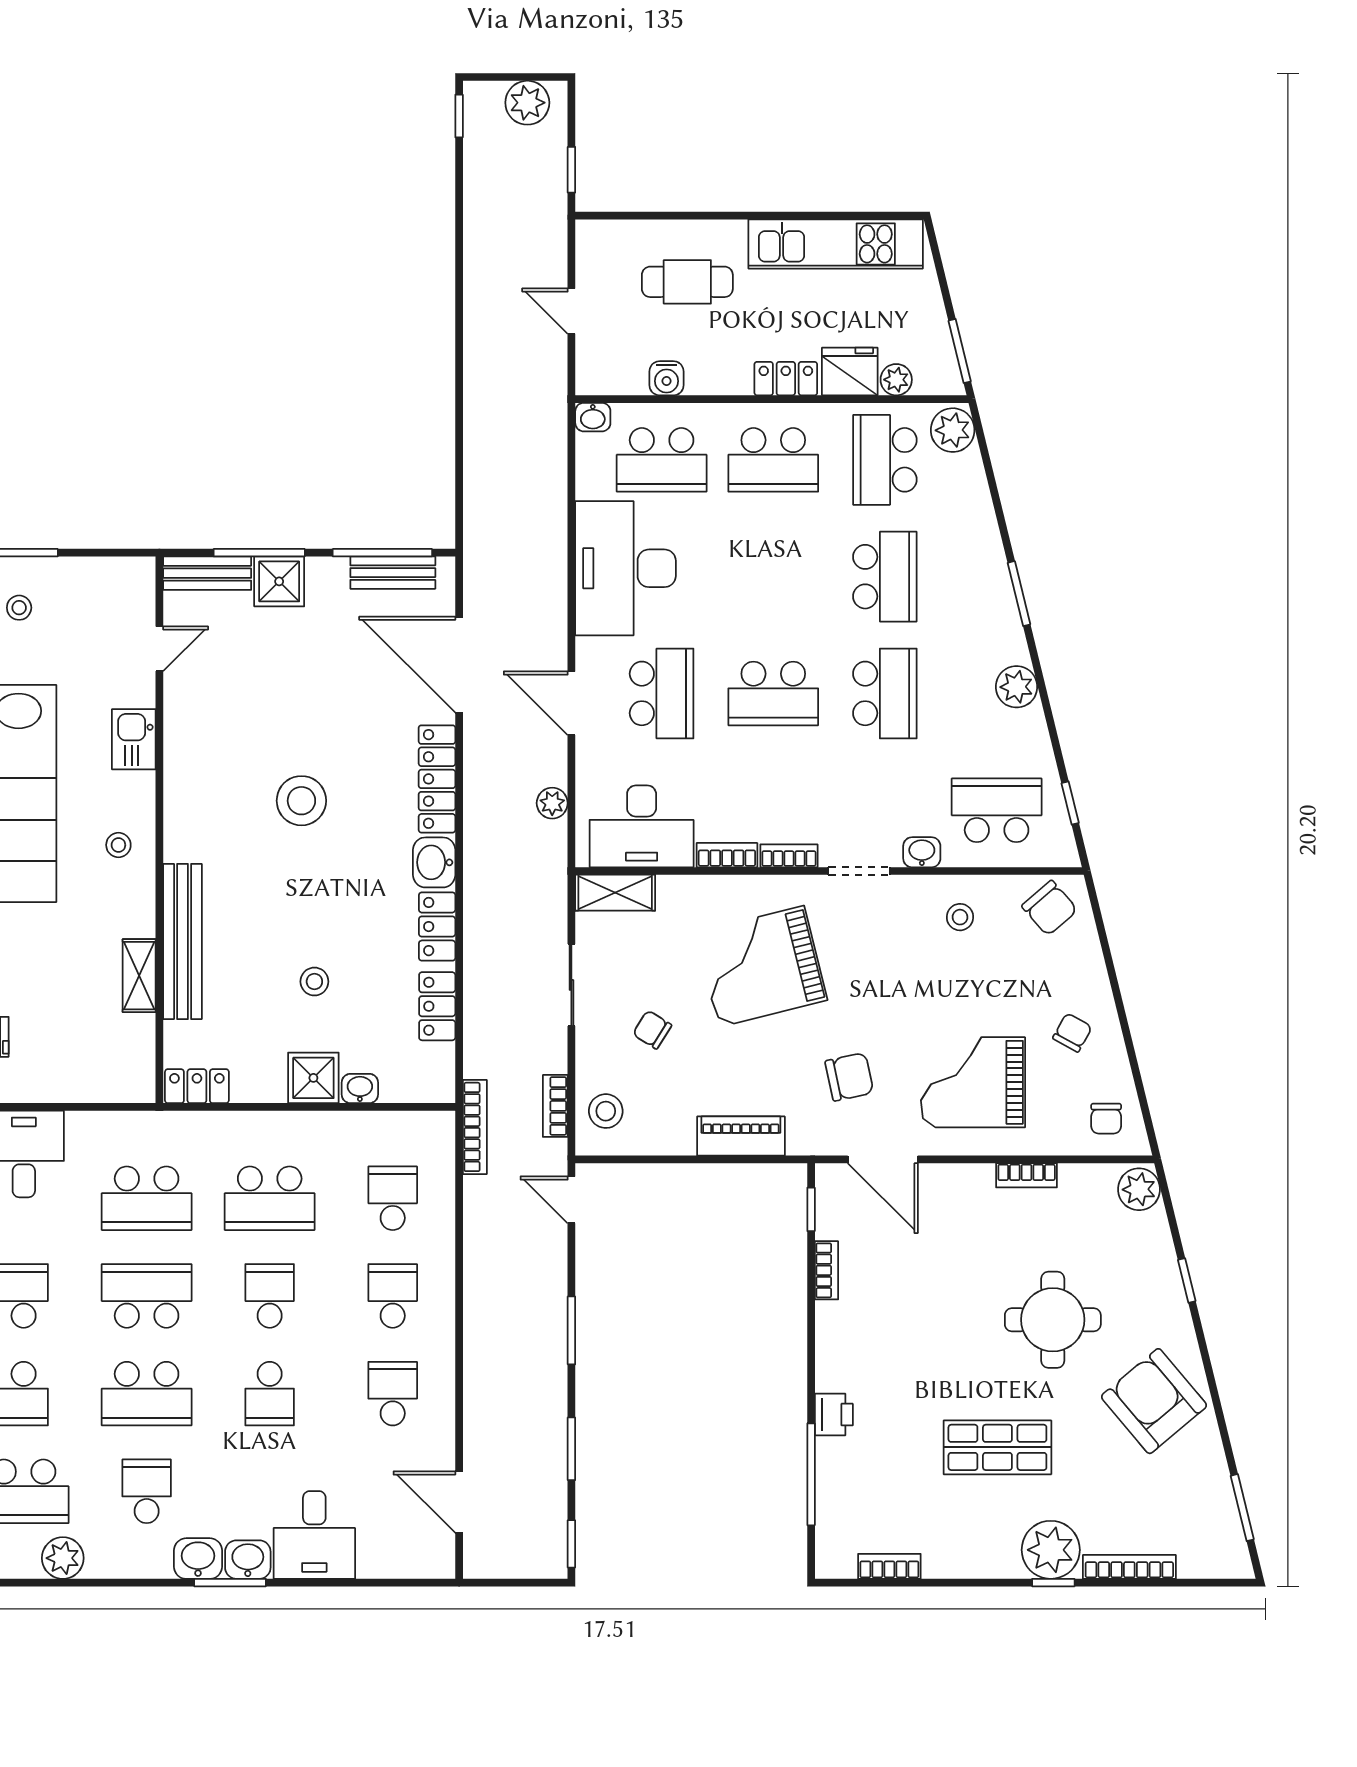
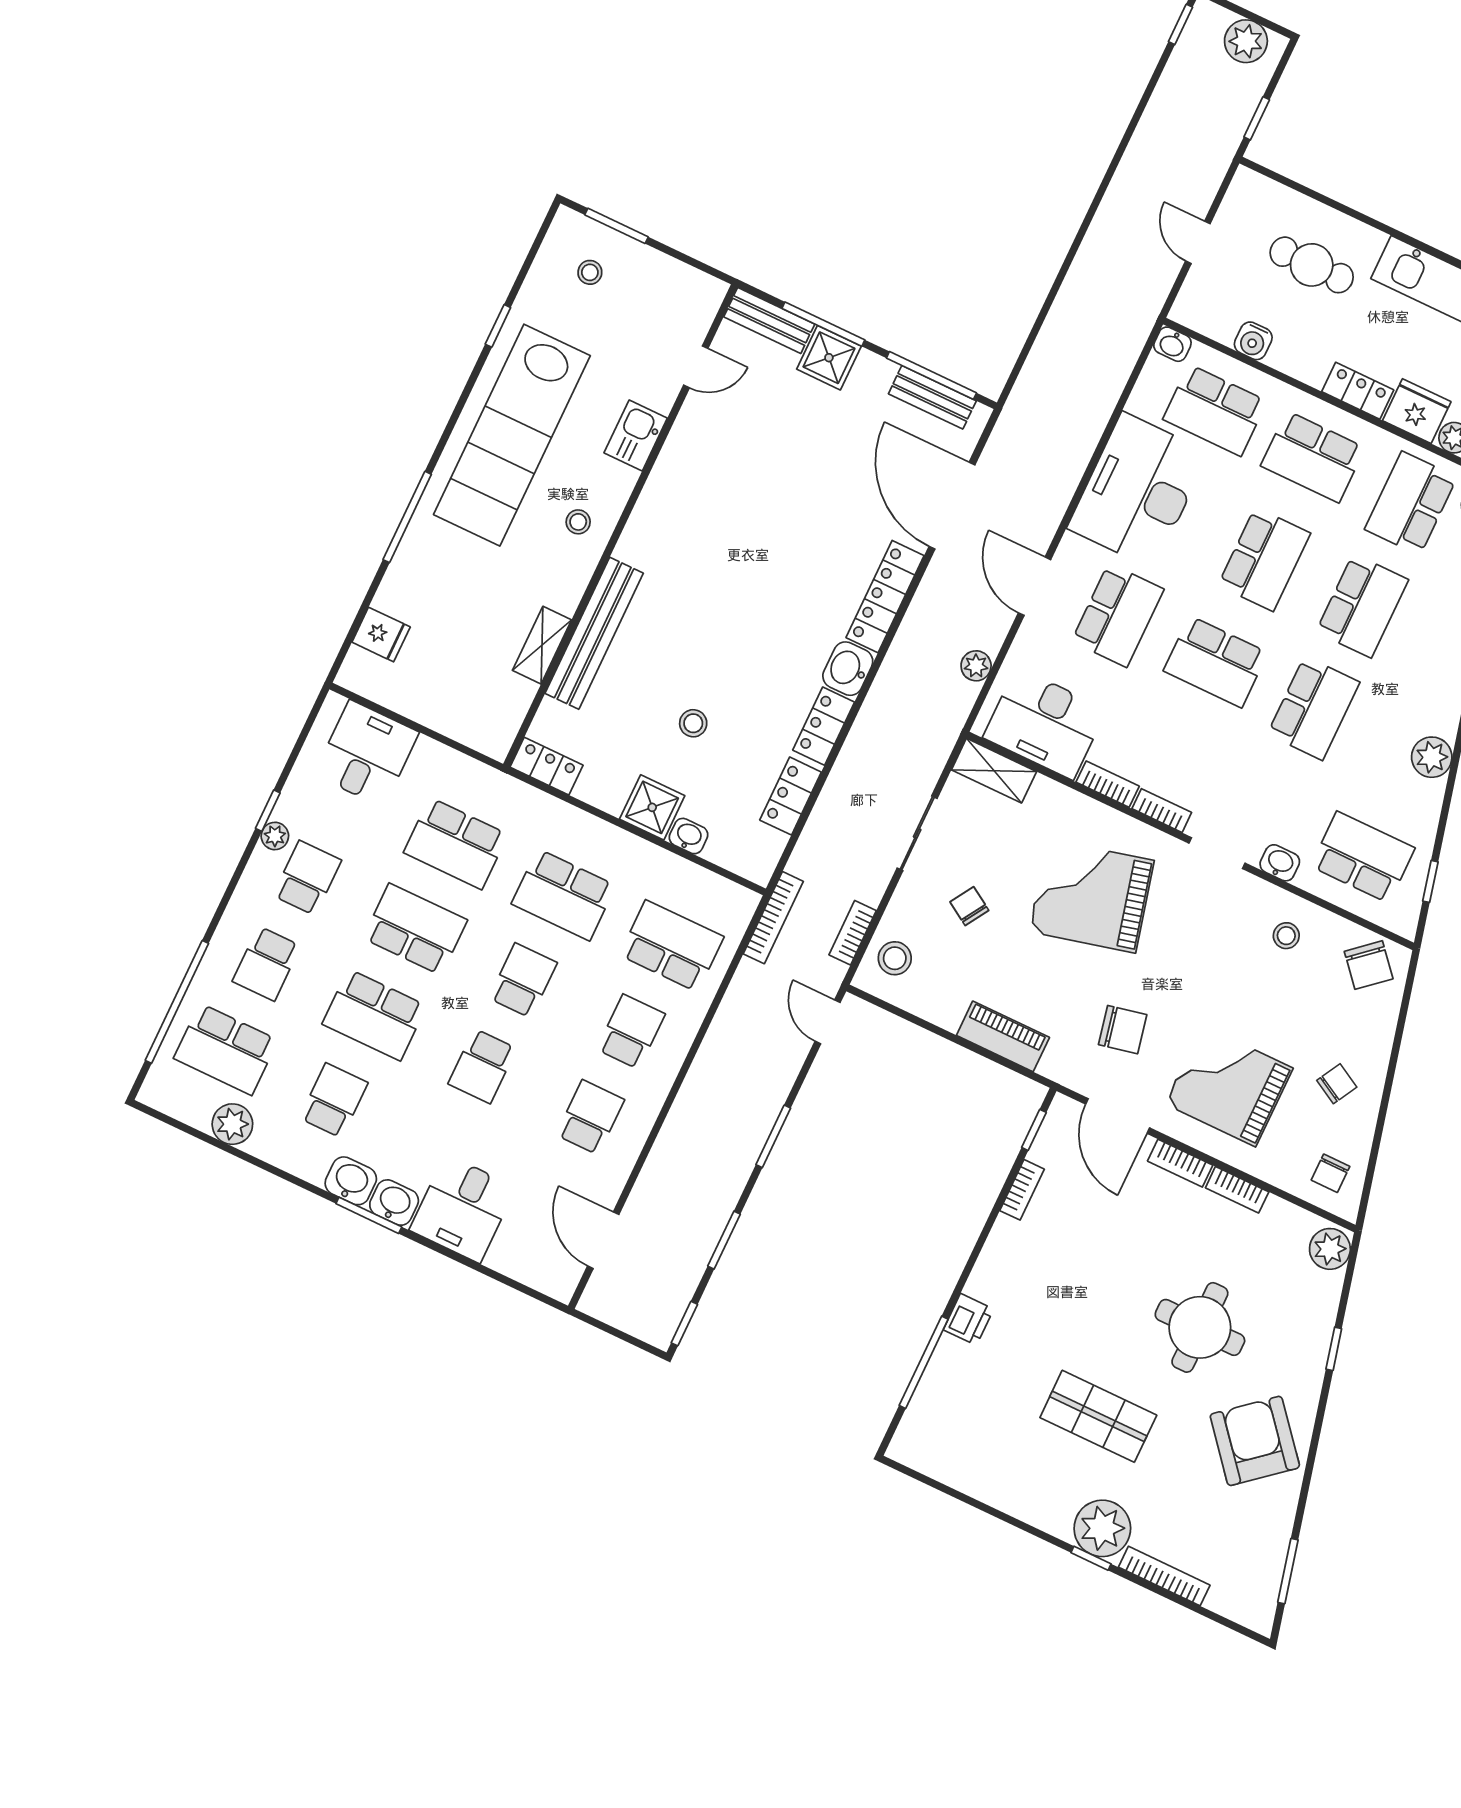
school desk: (773, 577) -> (1264, 559), added
stool: (301, 801) -> (757, 559), removed
school desk: (393, 1198) -> (672, 946), width x1.85
bookcase: (889, 1566) -> (1180, 1163), moved, turned 180

